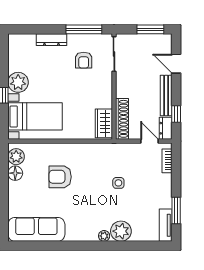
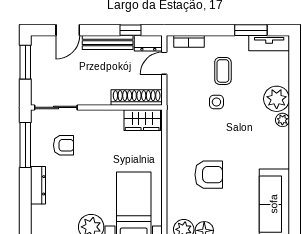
armchair: (60, 177) -> (209, 175), turned -90
coffee table: (143, 188) -> (223, 71), added

